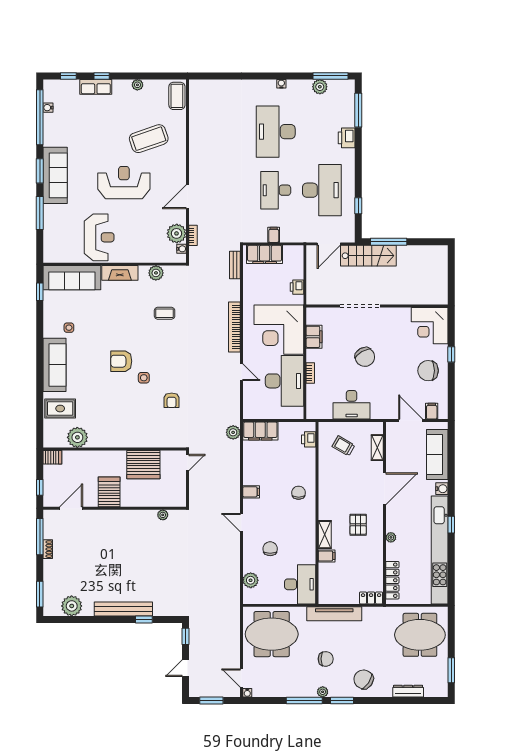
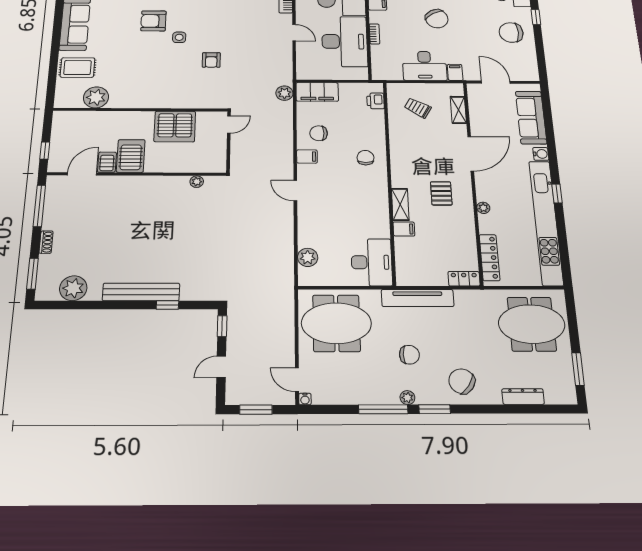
filing cabinet: (432, 411) -> (455, 72), moved
server rack: (52, 457) -> (107, 162), moved, turned -90
shoe rack: (48, 549) -> (46, 242), moved
chair: (270, 549) -> (319, 133), moved, turned -90

